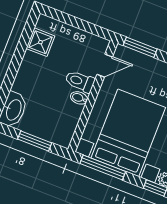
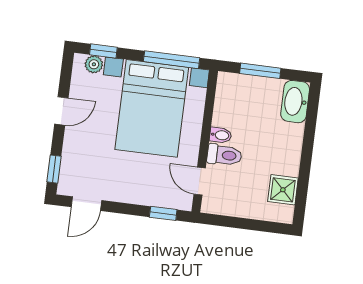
window: (140, 47) -> (163, 213), width x0.67
door: (105, 66) -> (200, 181), hinge flipped

